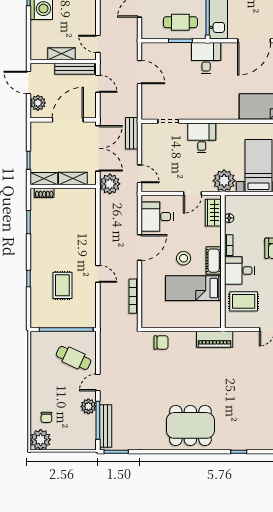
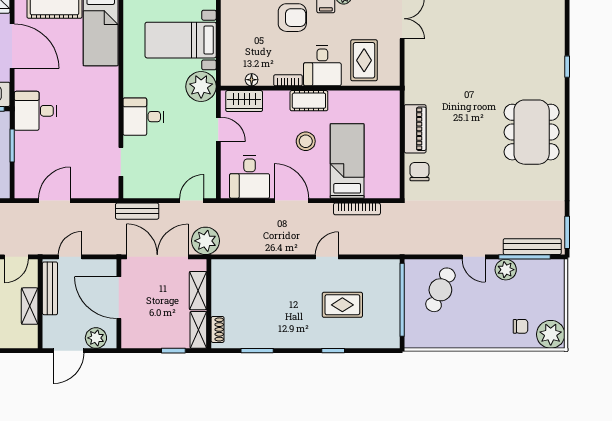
bed: (193, 288) -> (347, 161), moved, turned 180
piano: (215, 339) -> (415, 129), moved

